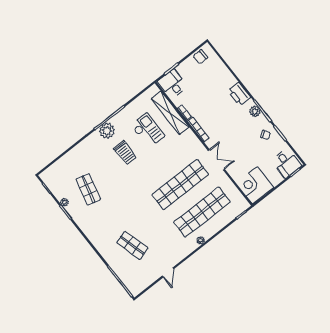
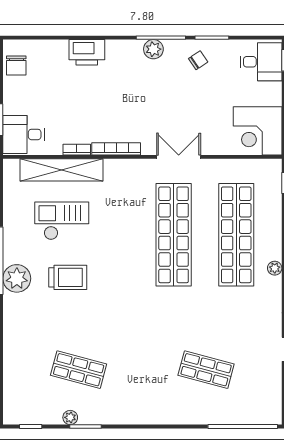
printer: (239, 94) -> (87, 52), moved
shop shelf: (132, 245) -> (206, 370), turned 30

